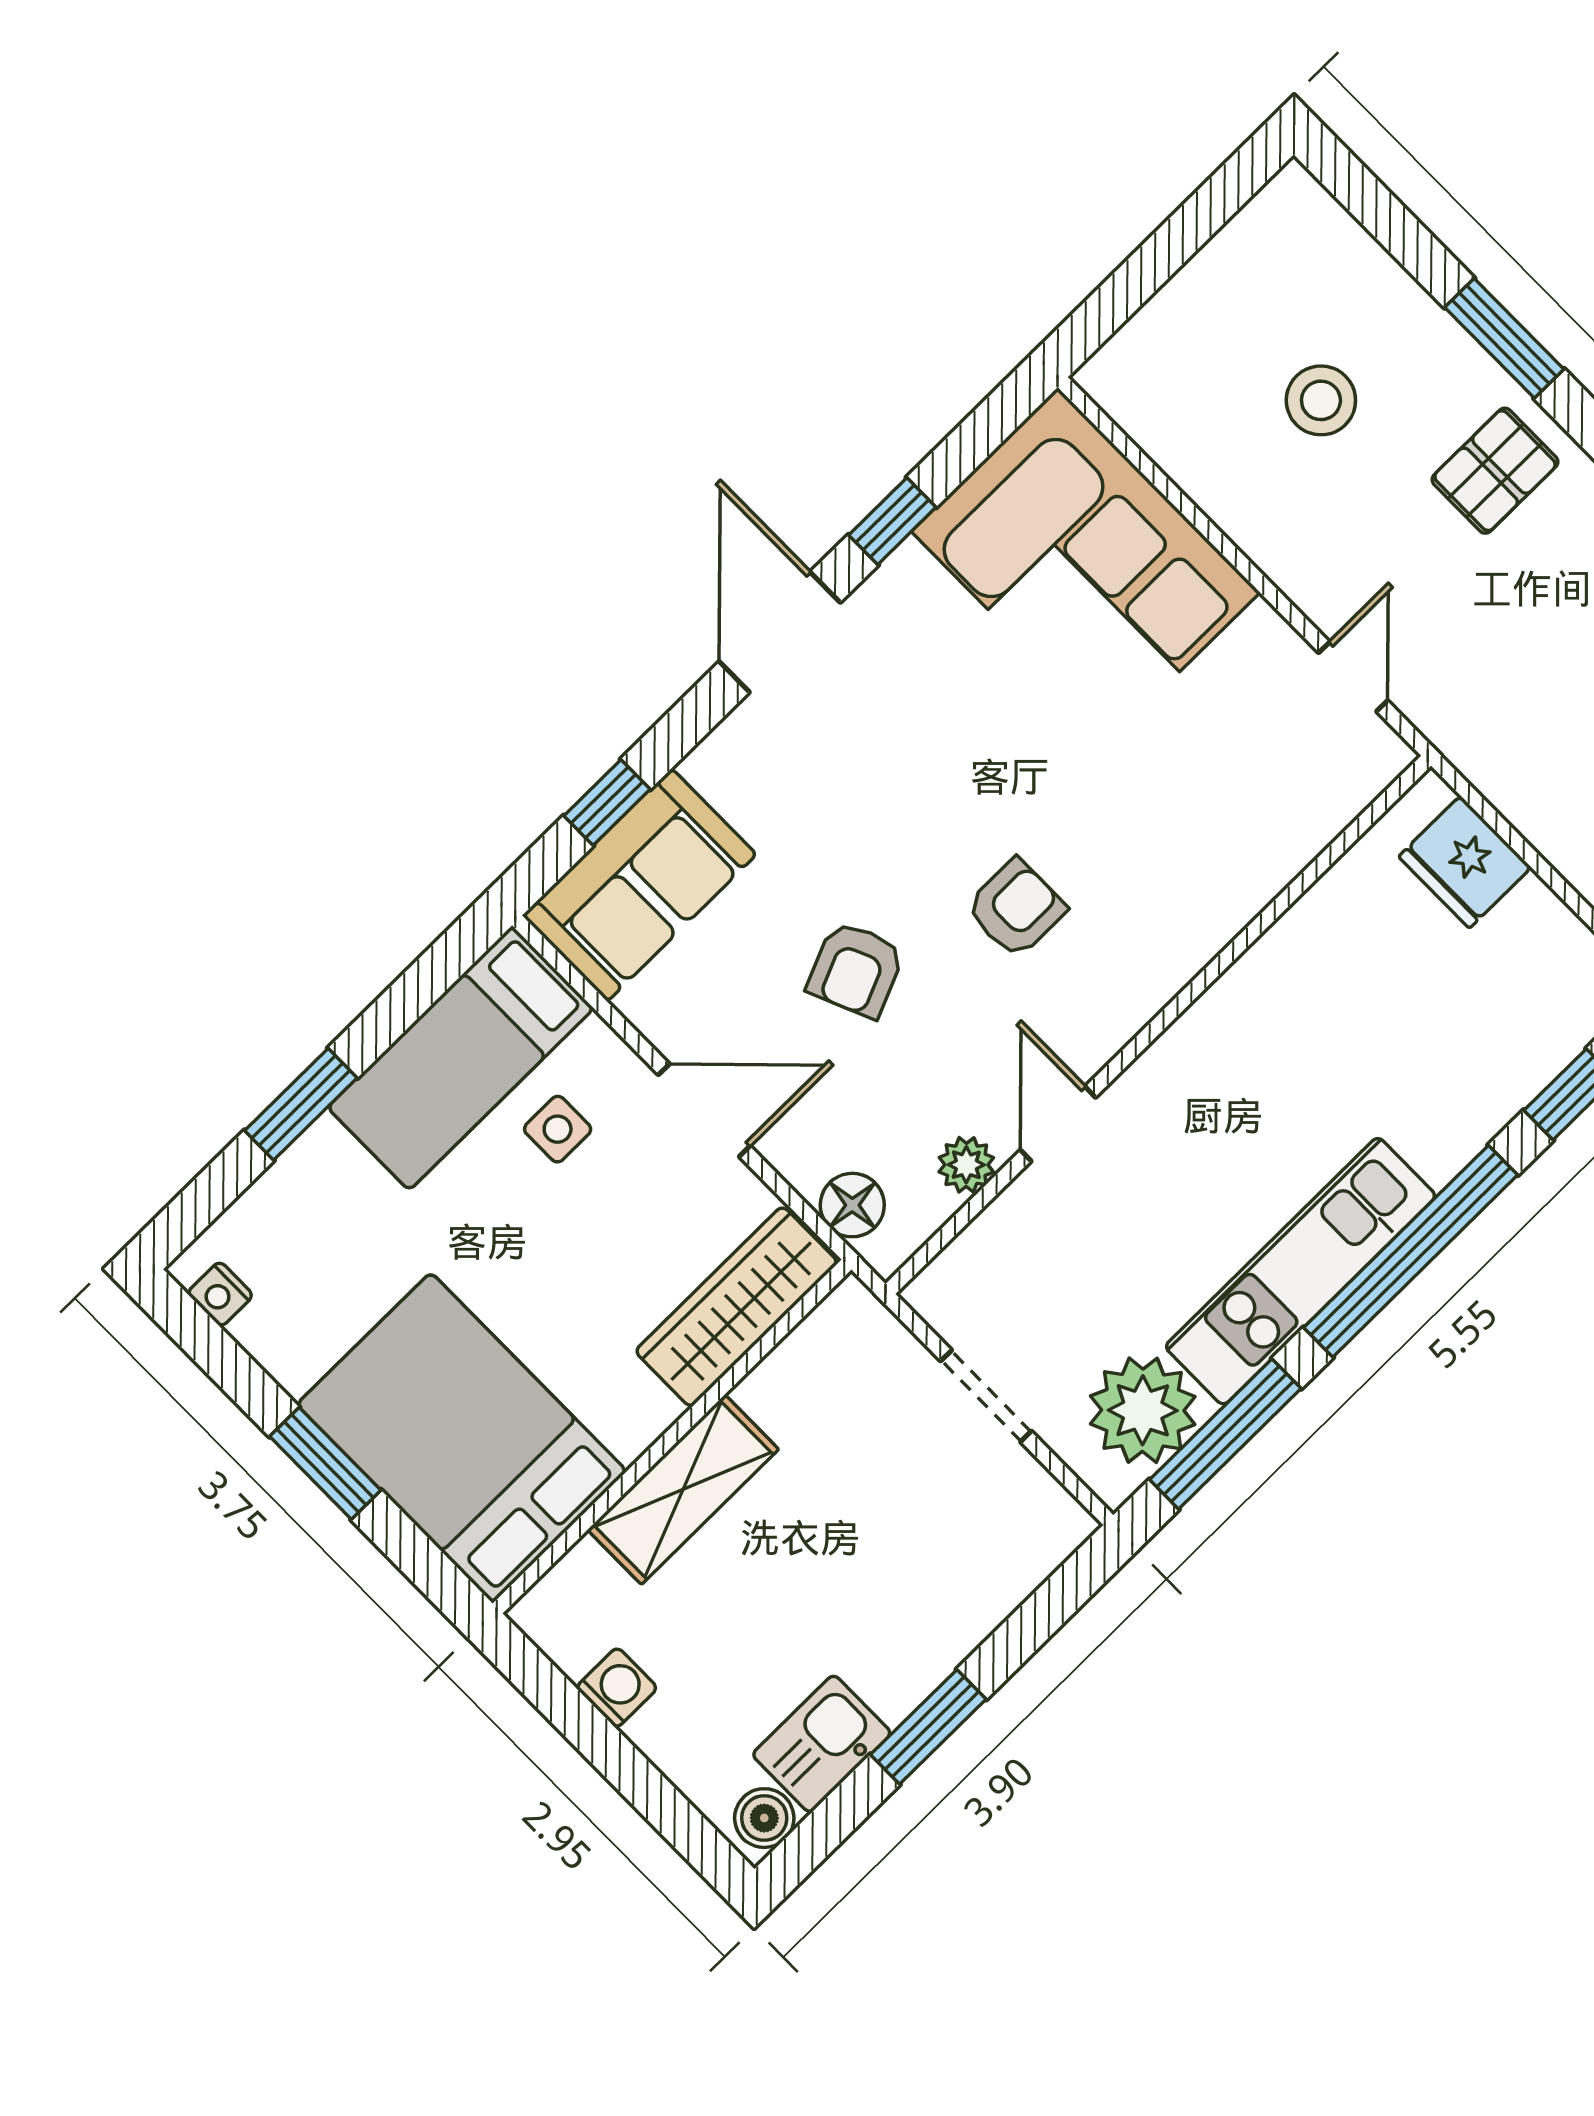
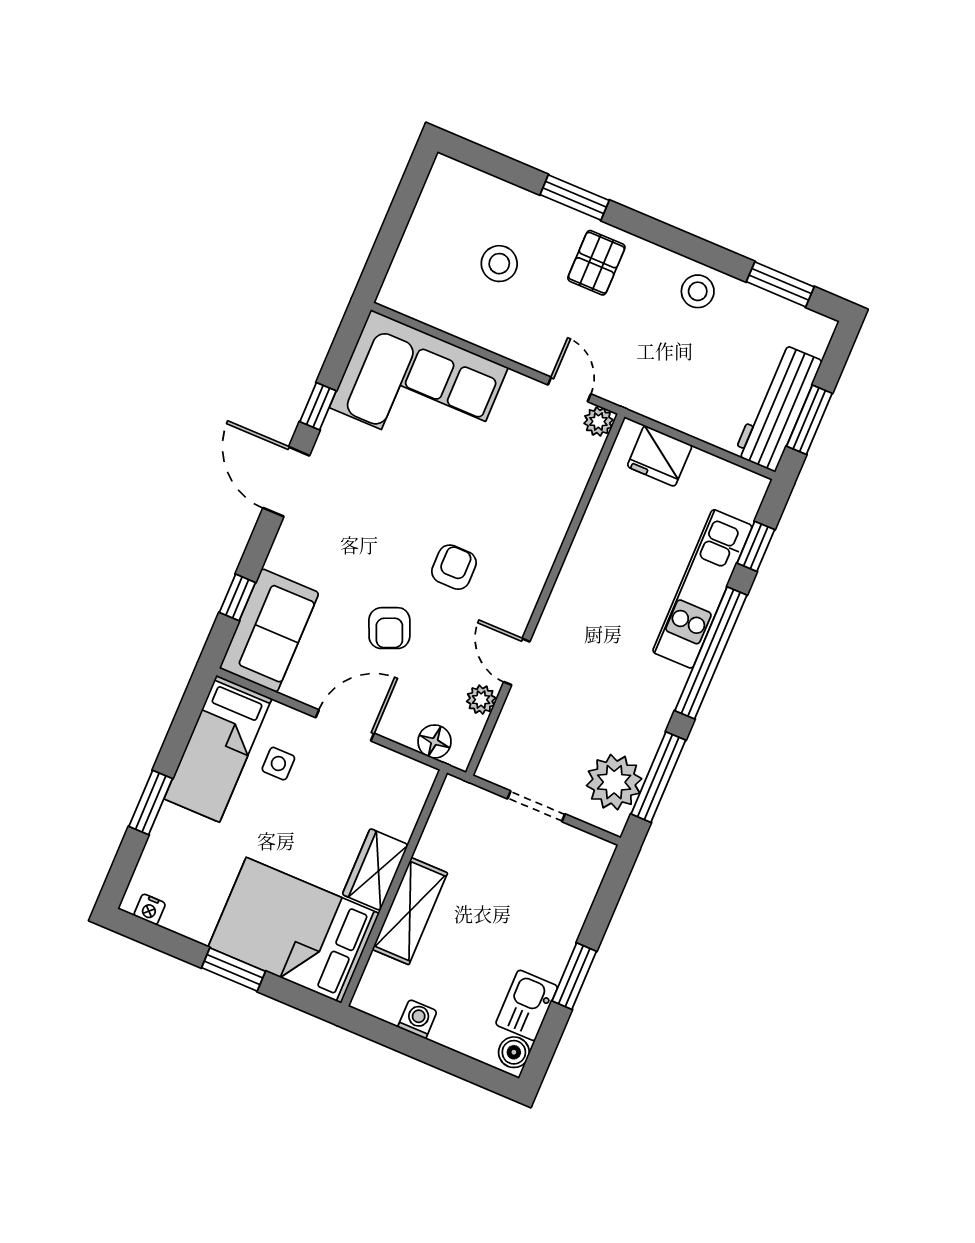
plant: (1381, 755) -> (598, 422), added
kitchen unit: (1300, 1271) -> (702, 589), moved
wardrobe: (737, 1307) -> (375, 870), moved, width x0.67

